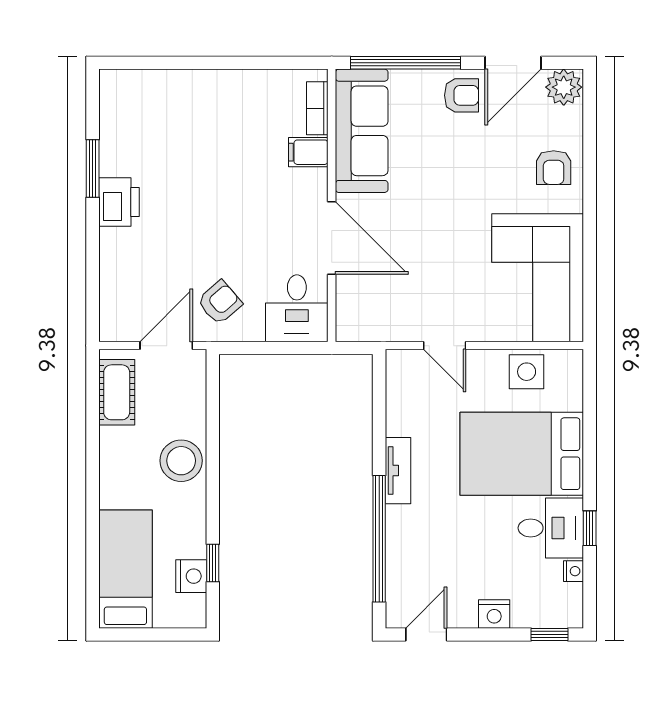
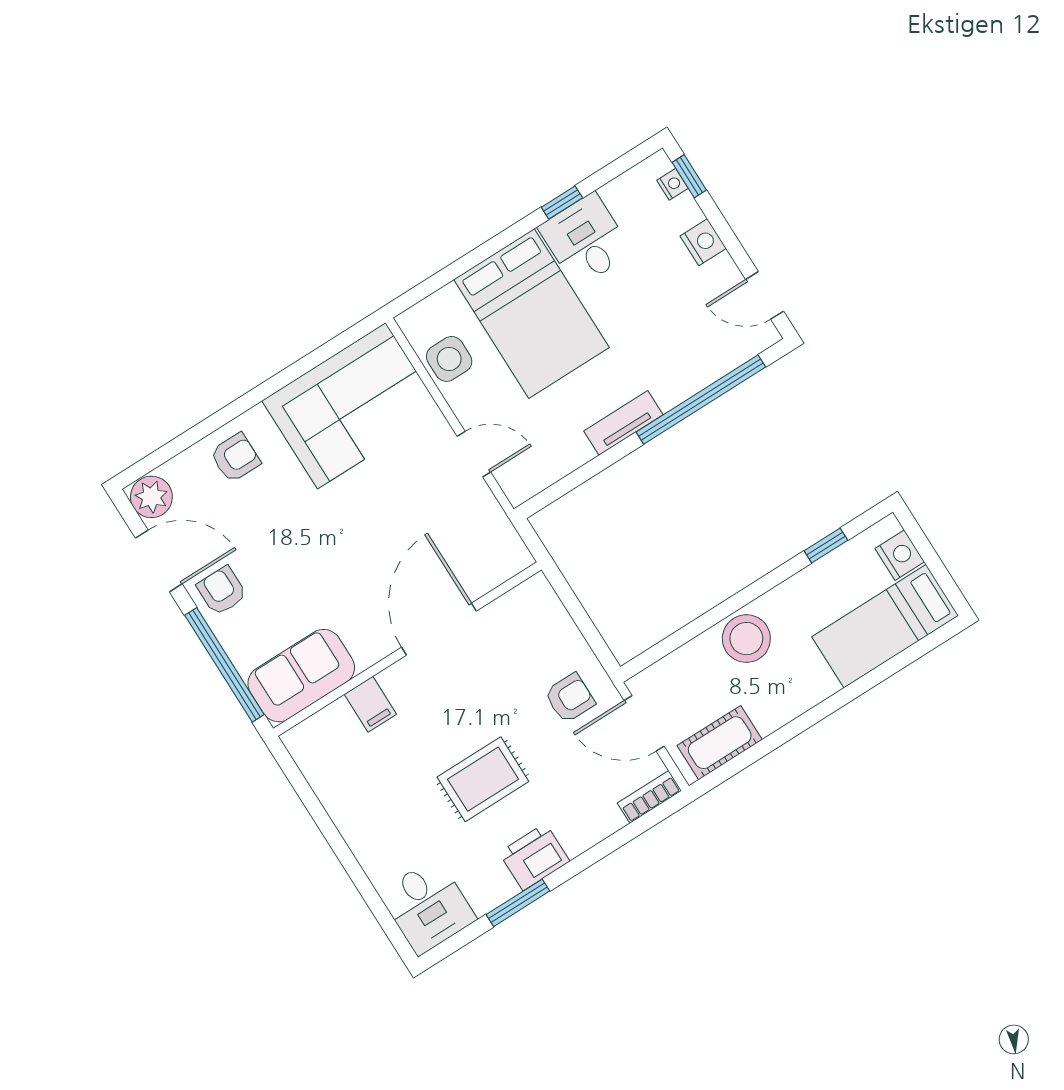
bookcase: (317, 108) -> (649, 797), moved, turned 180
sofa: (362, 131) -> (301, 676), width x0.73
rug: (200, 200) -> (483, 779), added
armchair: (220, 302) -> (570, 698), turned 131
desk: (297, 308) -> (428, 906), moved, turned 90
door: (445, 346) -> (474, 454), hinge flipped
nightstand: (573, 571) -> (673, 184), moved, turned 90
nightstand: (191, 576) -> (900, 555), moved, turned 90

